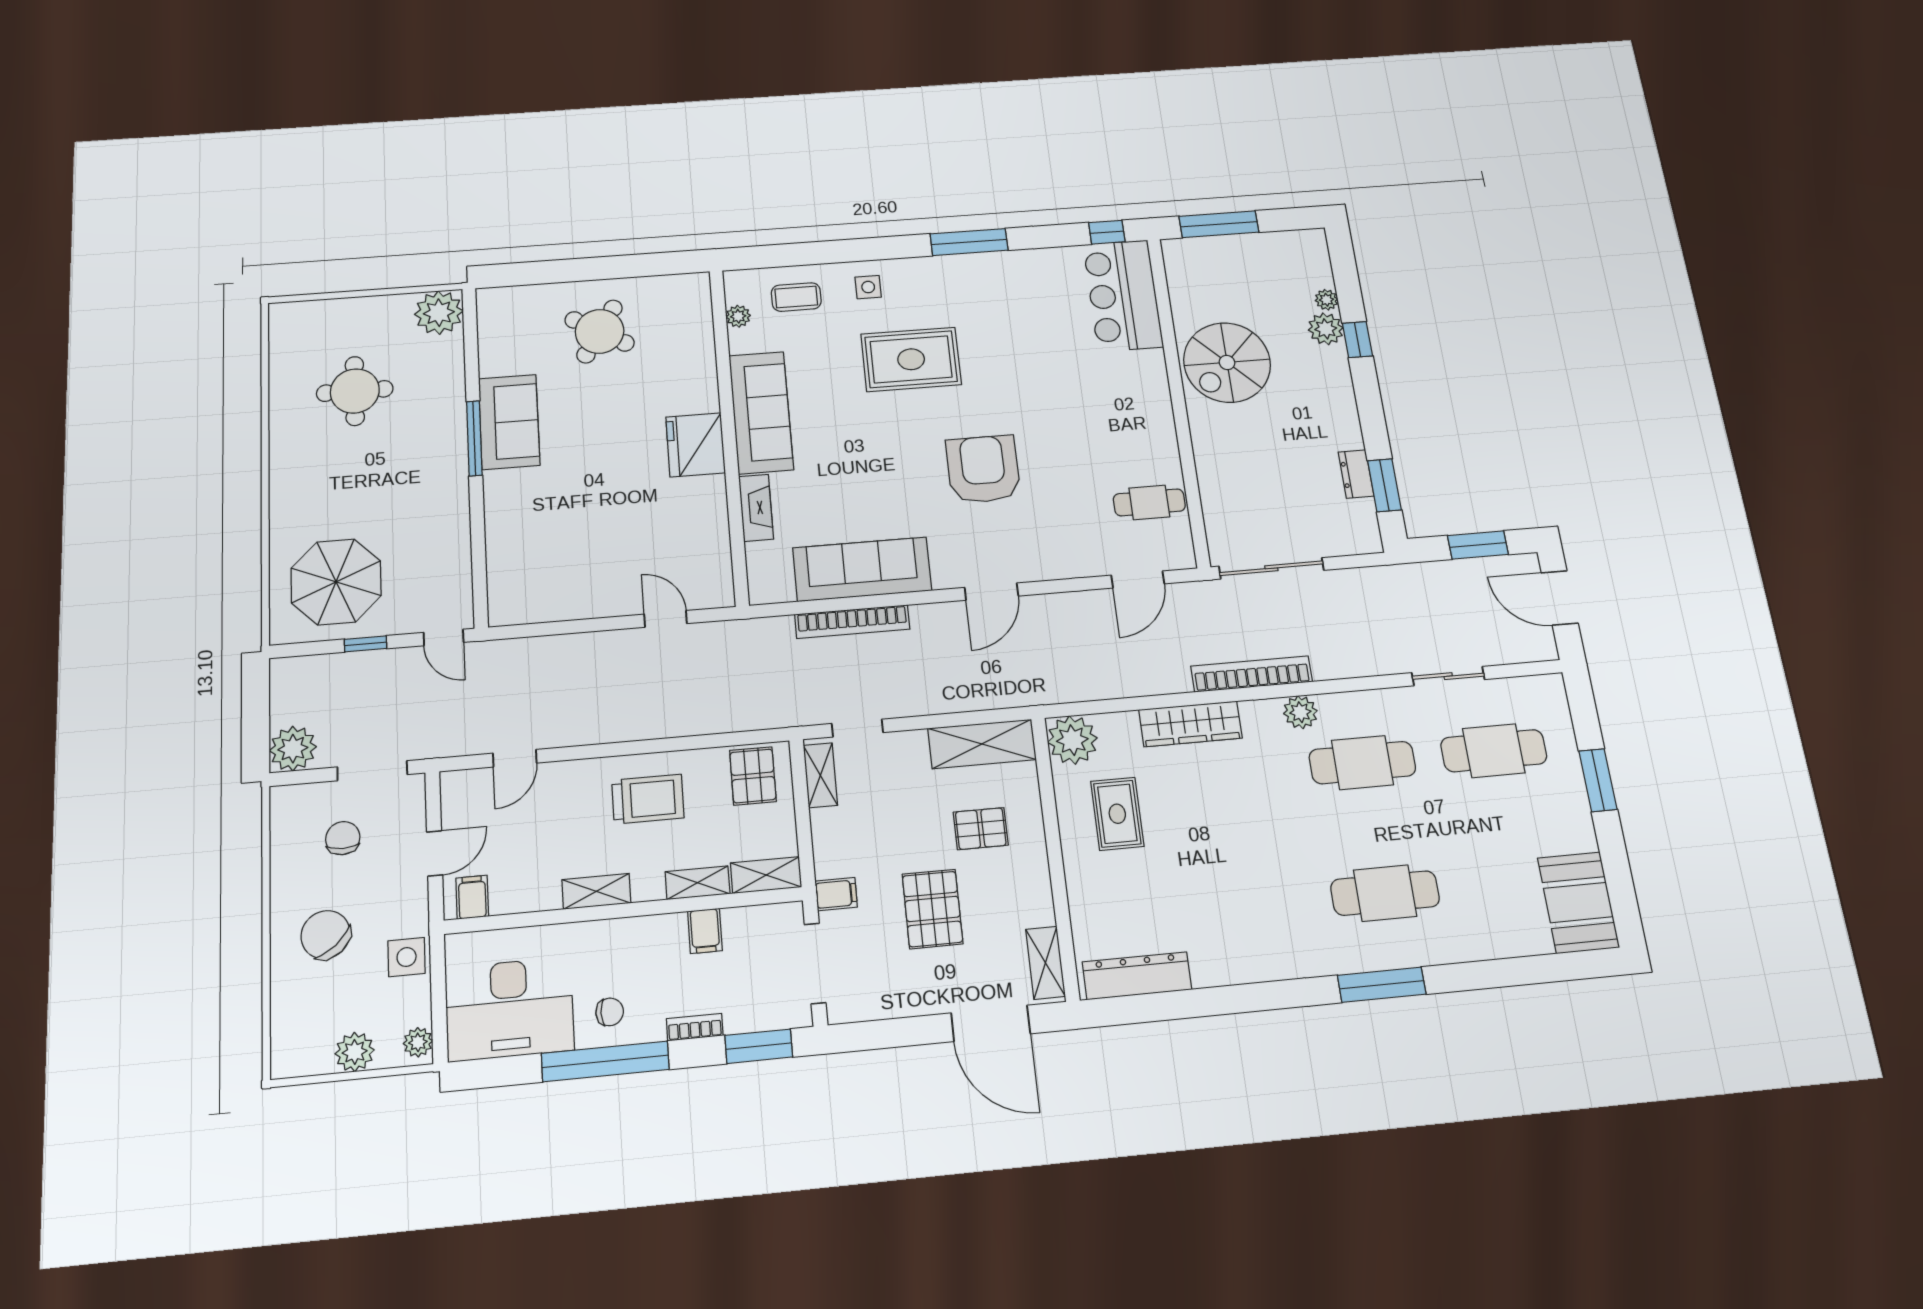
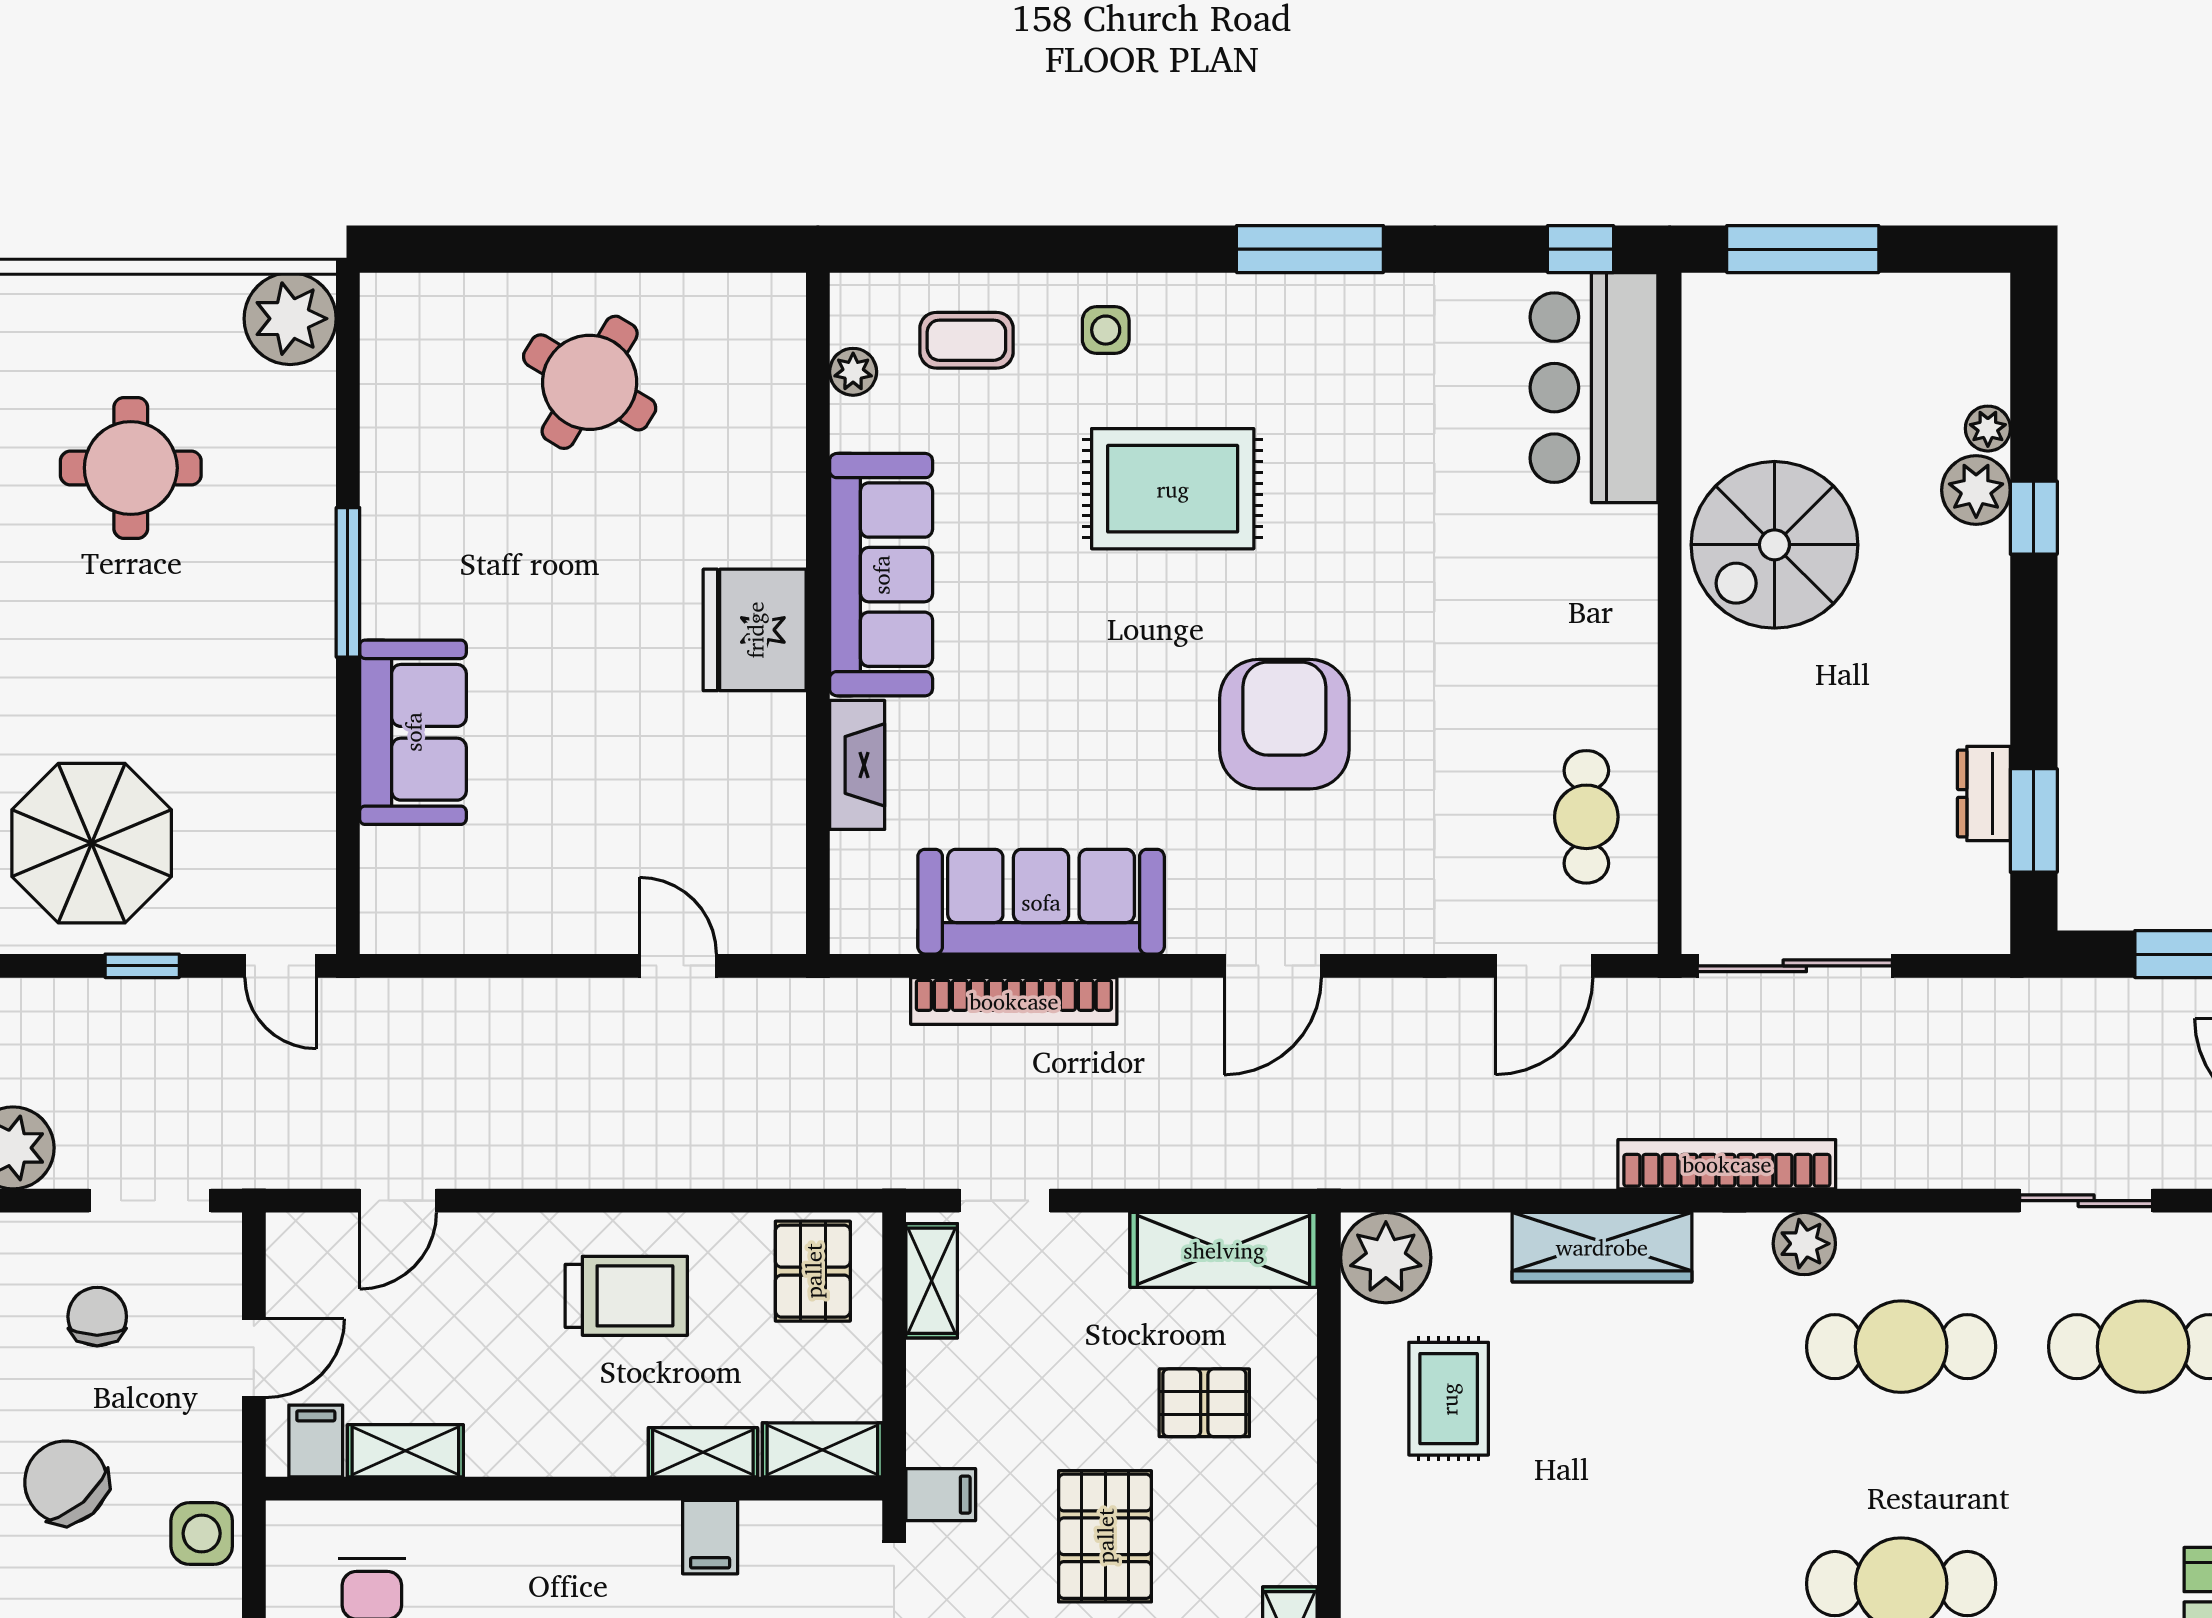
sofa: (509, 422) -> (413, 732), moved
cafe table: (1149, 502) -> (1586, 817), turned 90
shelving: (596, 891) -> (405, 1451), moved

